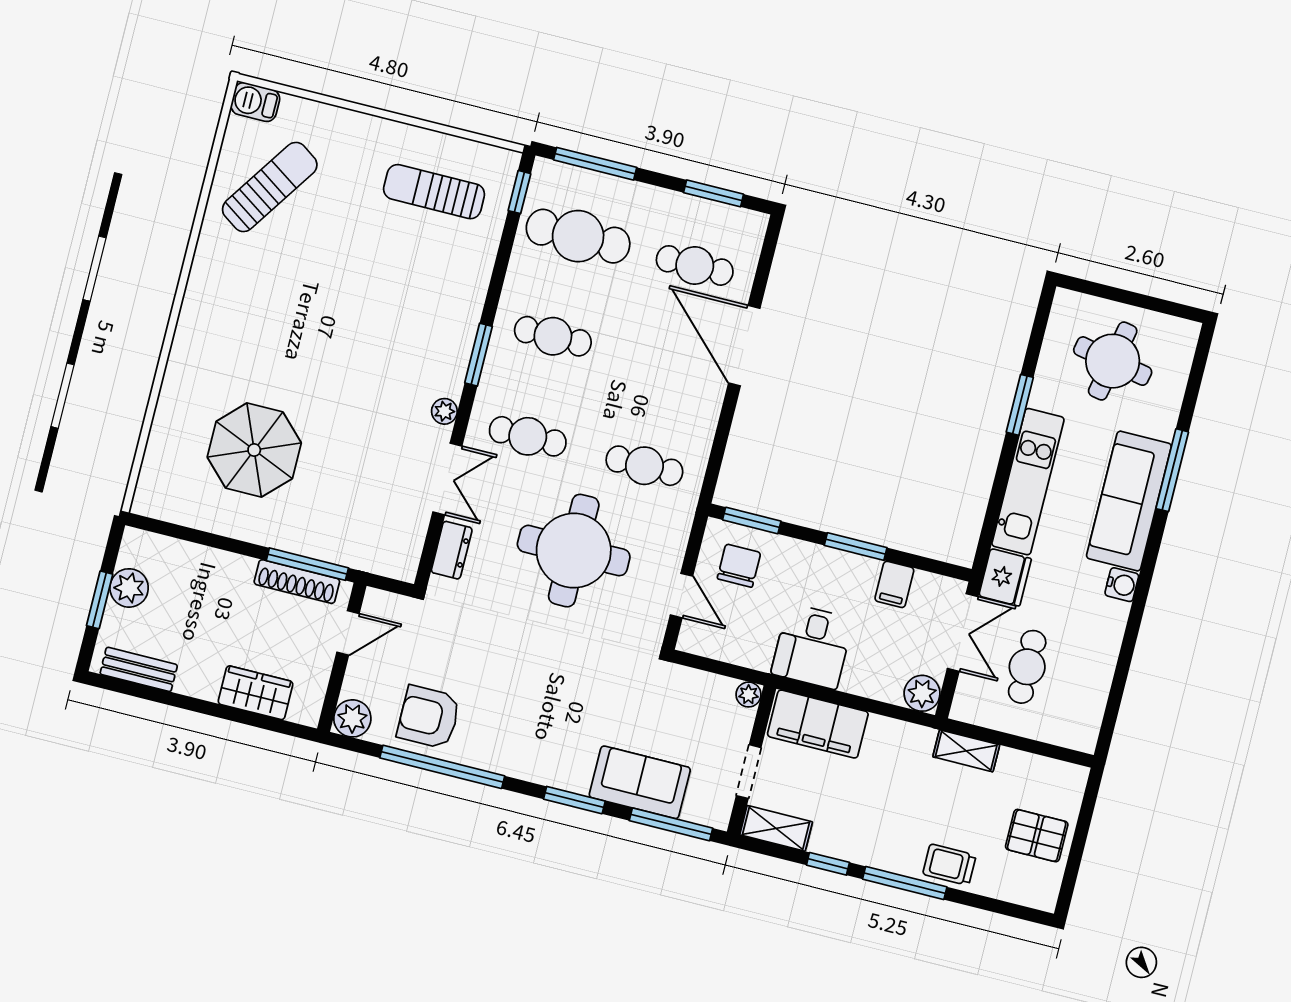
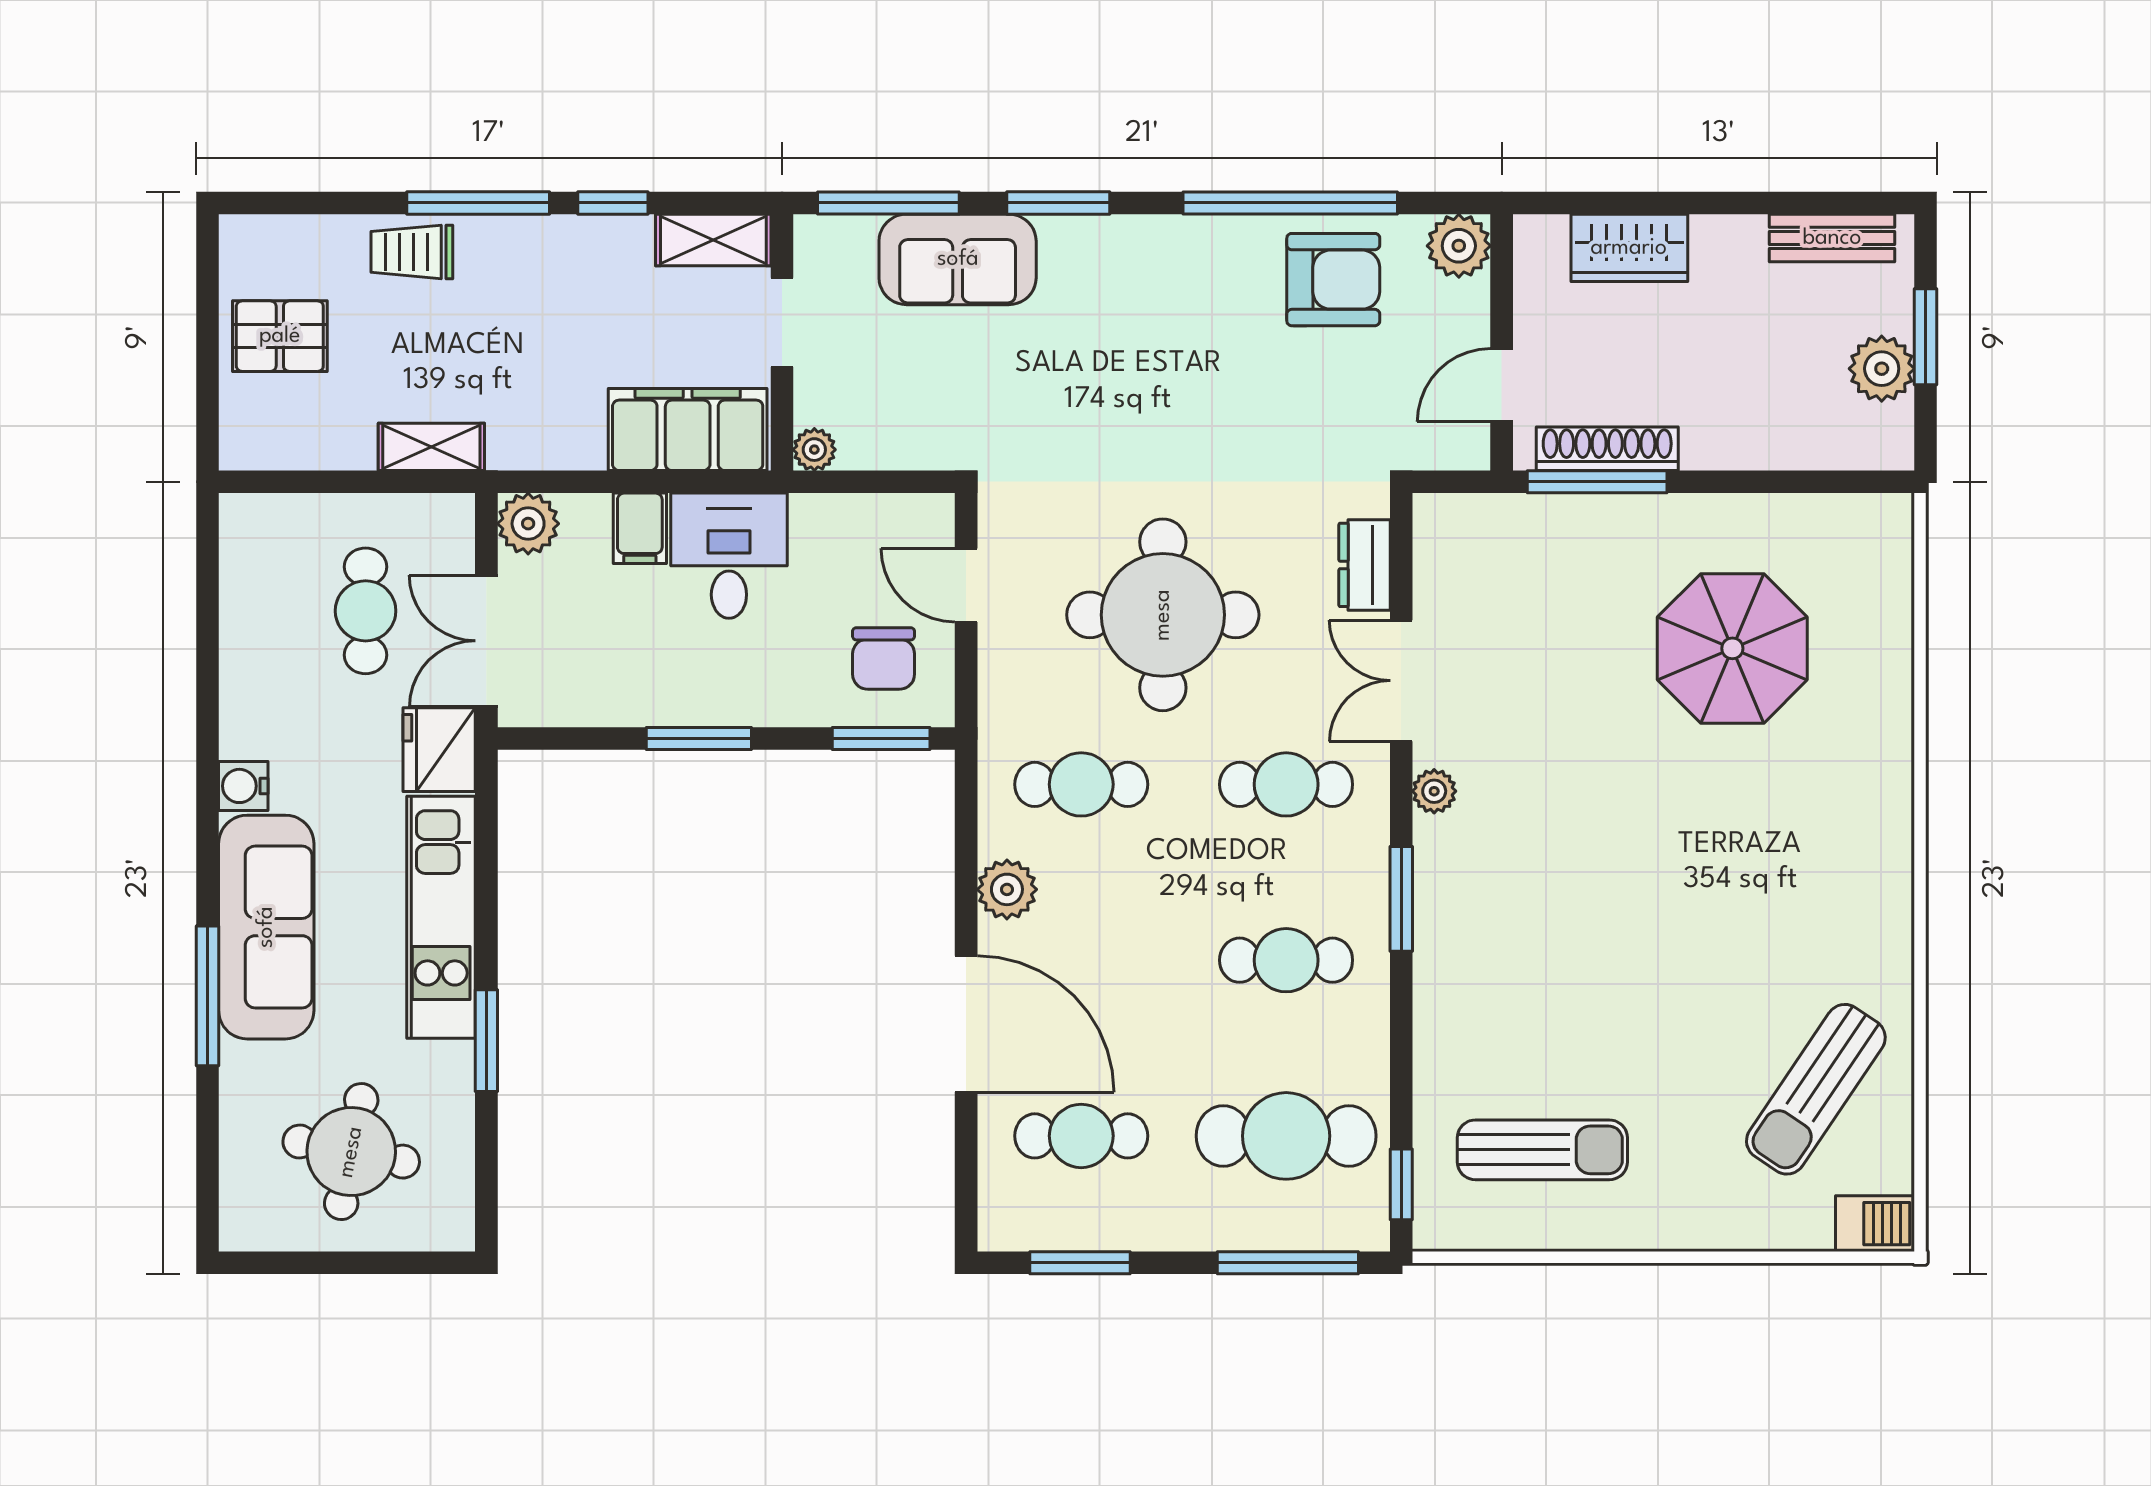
plant: (702, 416) -> (1007, 889), added
filing cabinet: (894, 584) -> (640, 528), moved, turned 180
trolley: (949, 865) -> (412, 252), turned 180

